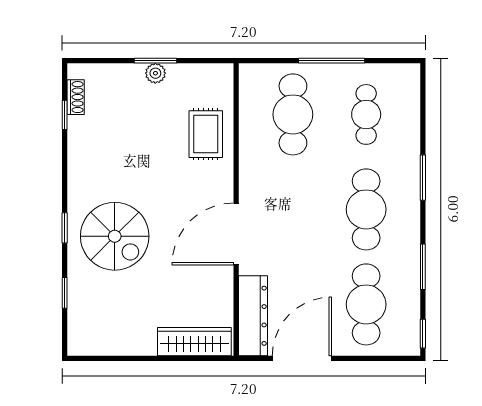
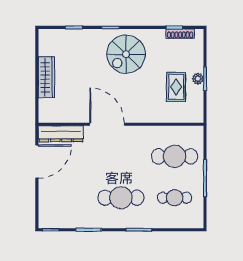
shoe rack: (76, 97) -> (180, 34), width x1.43
rug: (206, 134) -> (176, 87), moved, turned 90
spiral stairs: (115, 236) -> (126, 54), moved
cafe table: (366, 304) -> (67, 198), removed
wardrobe: (194, 342) -> (46, 77), moved
door: (302, 358) -> (37, 161), hinge flipped

